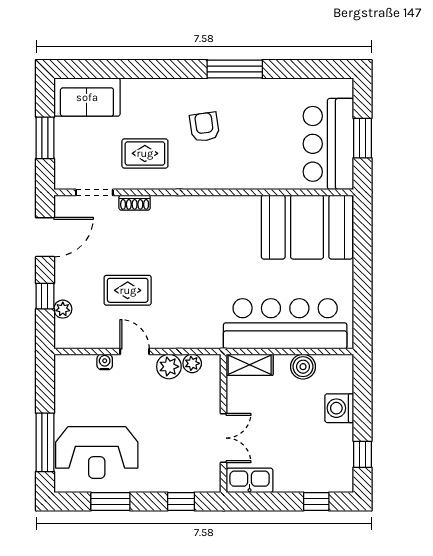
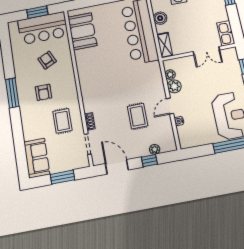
window: (235, 69) -> (12, 93), moved
armchair: (204, 127) -> (43, 92), turned -82
armchair: (264, 143) -> (47, 60), added
booth: (307, 227) -> (82, 31), width x0.73, depth x0.70
double door: (224, 438) -> (206, 51), swing flipped

